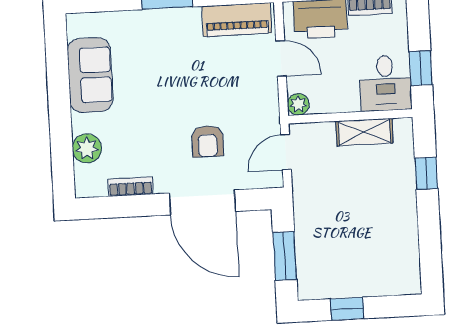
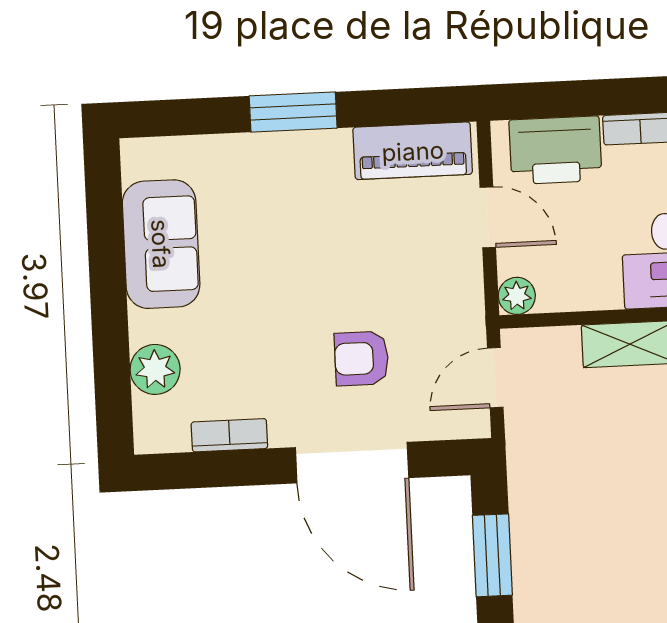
armchair: (208, 141) -> (361, 358), turned 90

